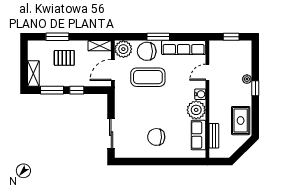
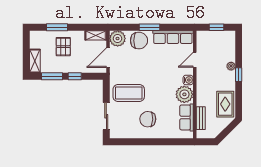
chair: (147, 51) -> (139, 41), turned 180
pallet: (64, 58) -> (63, 47), turned 90
coffee table: (148, 77) -> (129, 93), moved

